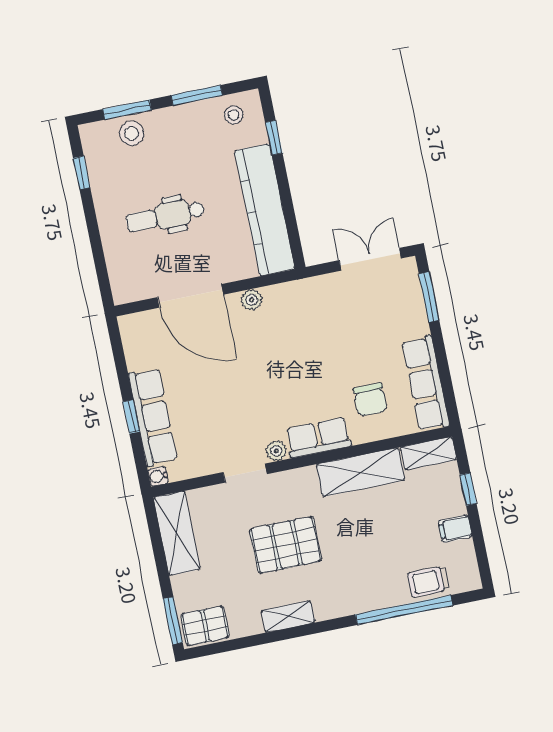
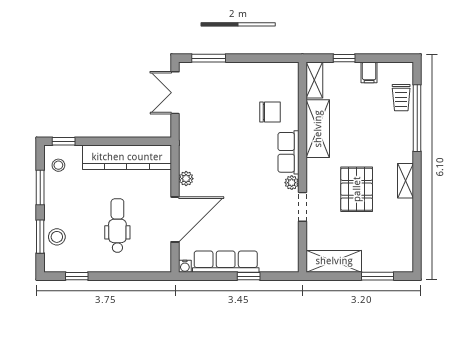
window: (274, 138) -> (64, 141), moved
dental chair: (165, 216) -> (117, 226), turned 180
row of seats: (426, 383) -> (267, 72), removed
row of seats: (153, 417) -> (226, 262), moved
water cooler: (158, 476) -> (185, 266), moved
shelving: (288, 617) -> (405, 181), moved
window: (173, 621) -> (378, 276), moved
pallet: (205, 626) -> (400, 255), removed

